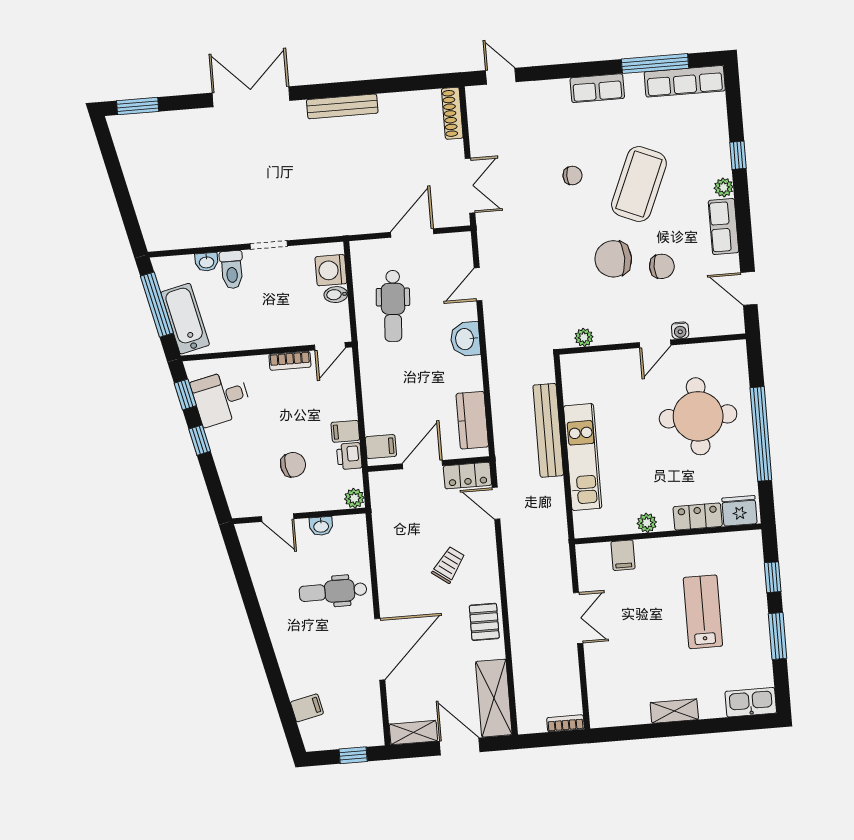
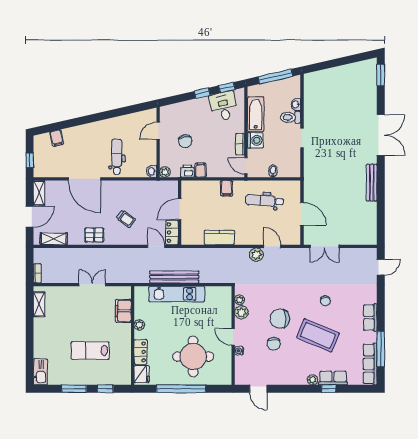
shoe rack: (452, 113) -> (363, 240), removed
row of seats: (723, 227) -> (333, 378), moved
chair: (613, 259) -> (280, 319), turned -90
washing machine: (331, 270) -> (255, 140), moved, turned 90
door: (749, 288) -> (258, 389), swing flipped
plant: (496, 313) -> (256, 255), added
bathtub: (185, 319) -> (256, 114), moved, turned -77
plant: (607, 332) -> (241, 312), added
washbasin: (465, 339) -> (244, 237), removed
kitchen counter: (472, 420) -> (219, 237), moved
bench: (548, 430) -> (174, 277), moved
filing cabinet: (381, 447) -> (227, 188), moved
door: (422, 465) -> (180, 209), swing flipped
door: (496, 503) -> (156, 246), hinge flipped
washbasin: (321, 526) -> (152, 171), moved
filing cabinet: (623, 555) -> (123, 311), width x2.00
lab bench: (703, 612) -> (90, 351), turned 180
double door: (578, 618) -> (92, 285), swing flipped
shelving: (494, 698) -> (54, 239), width x0.67, depth x0.75
shelving: (674, 711) -> (39, 304), moved

